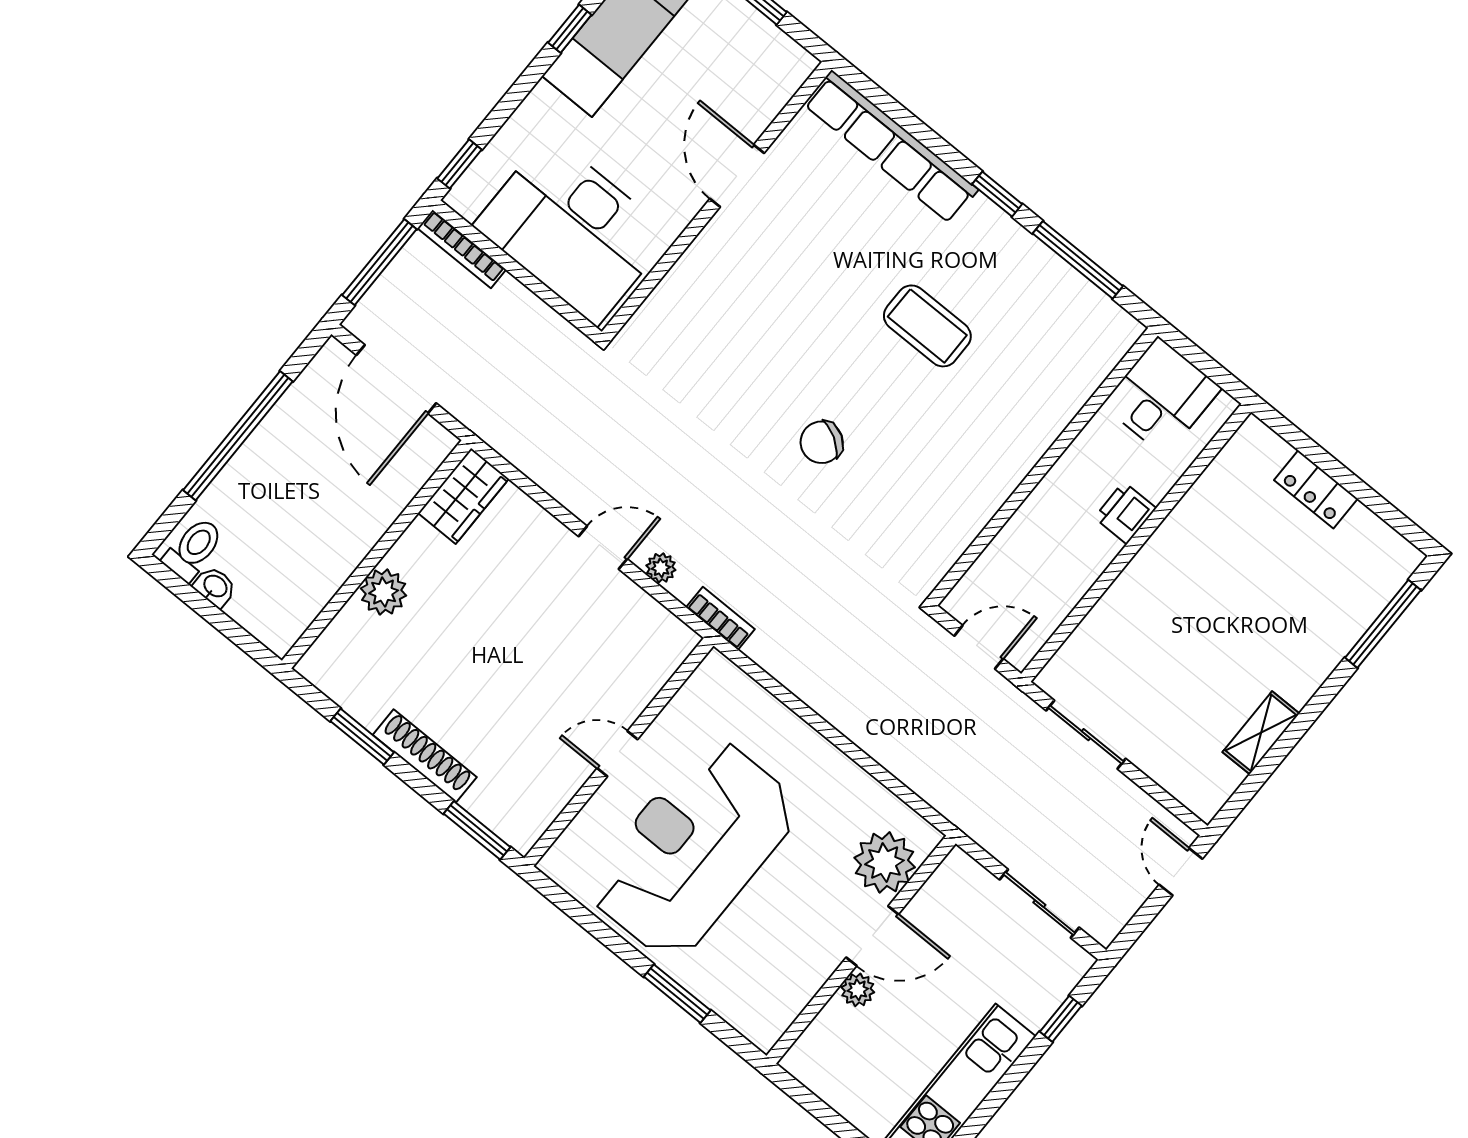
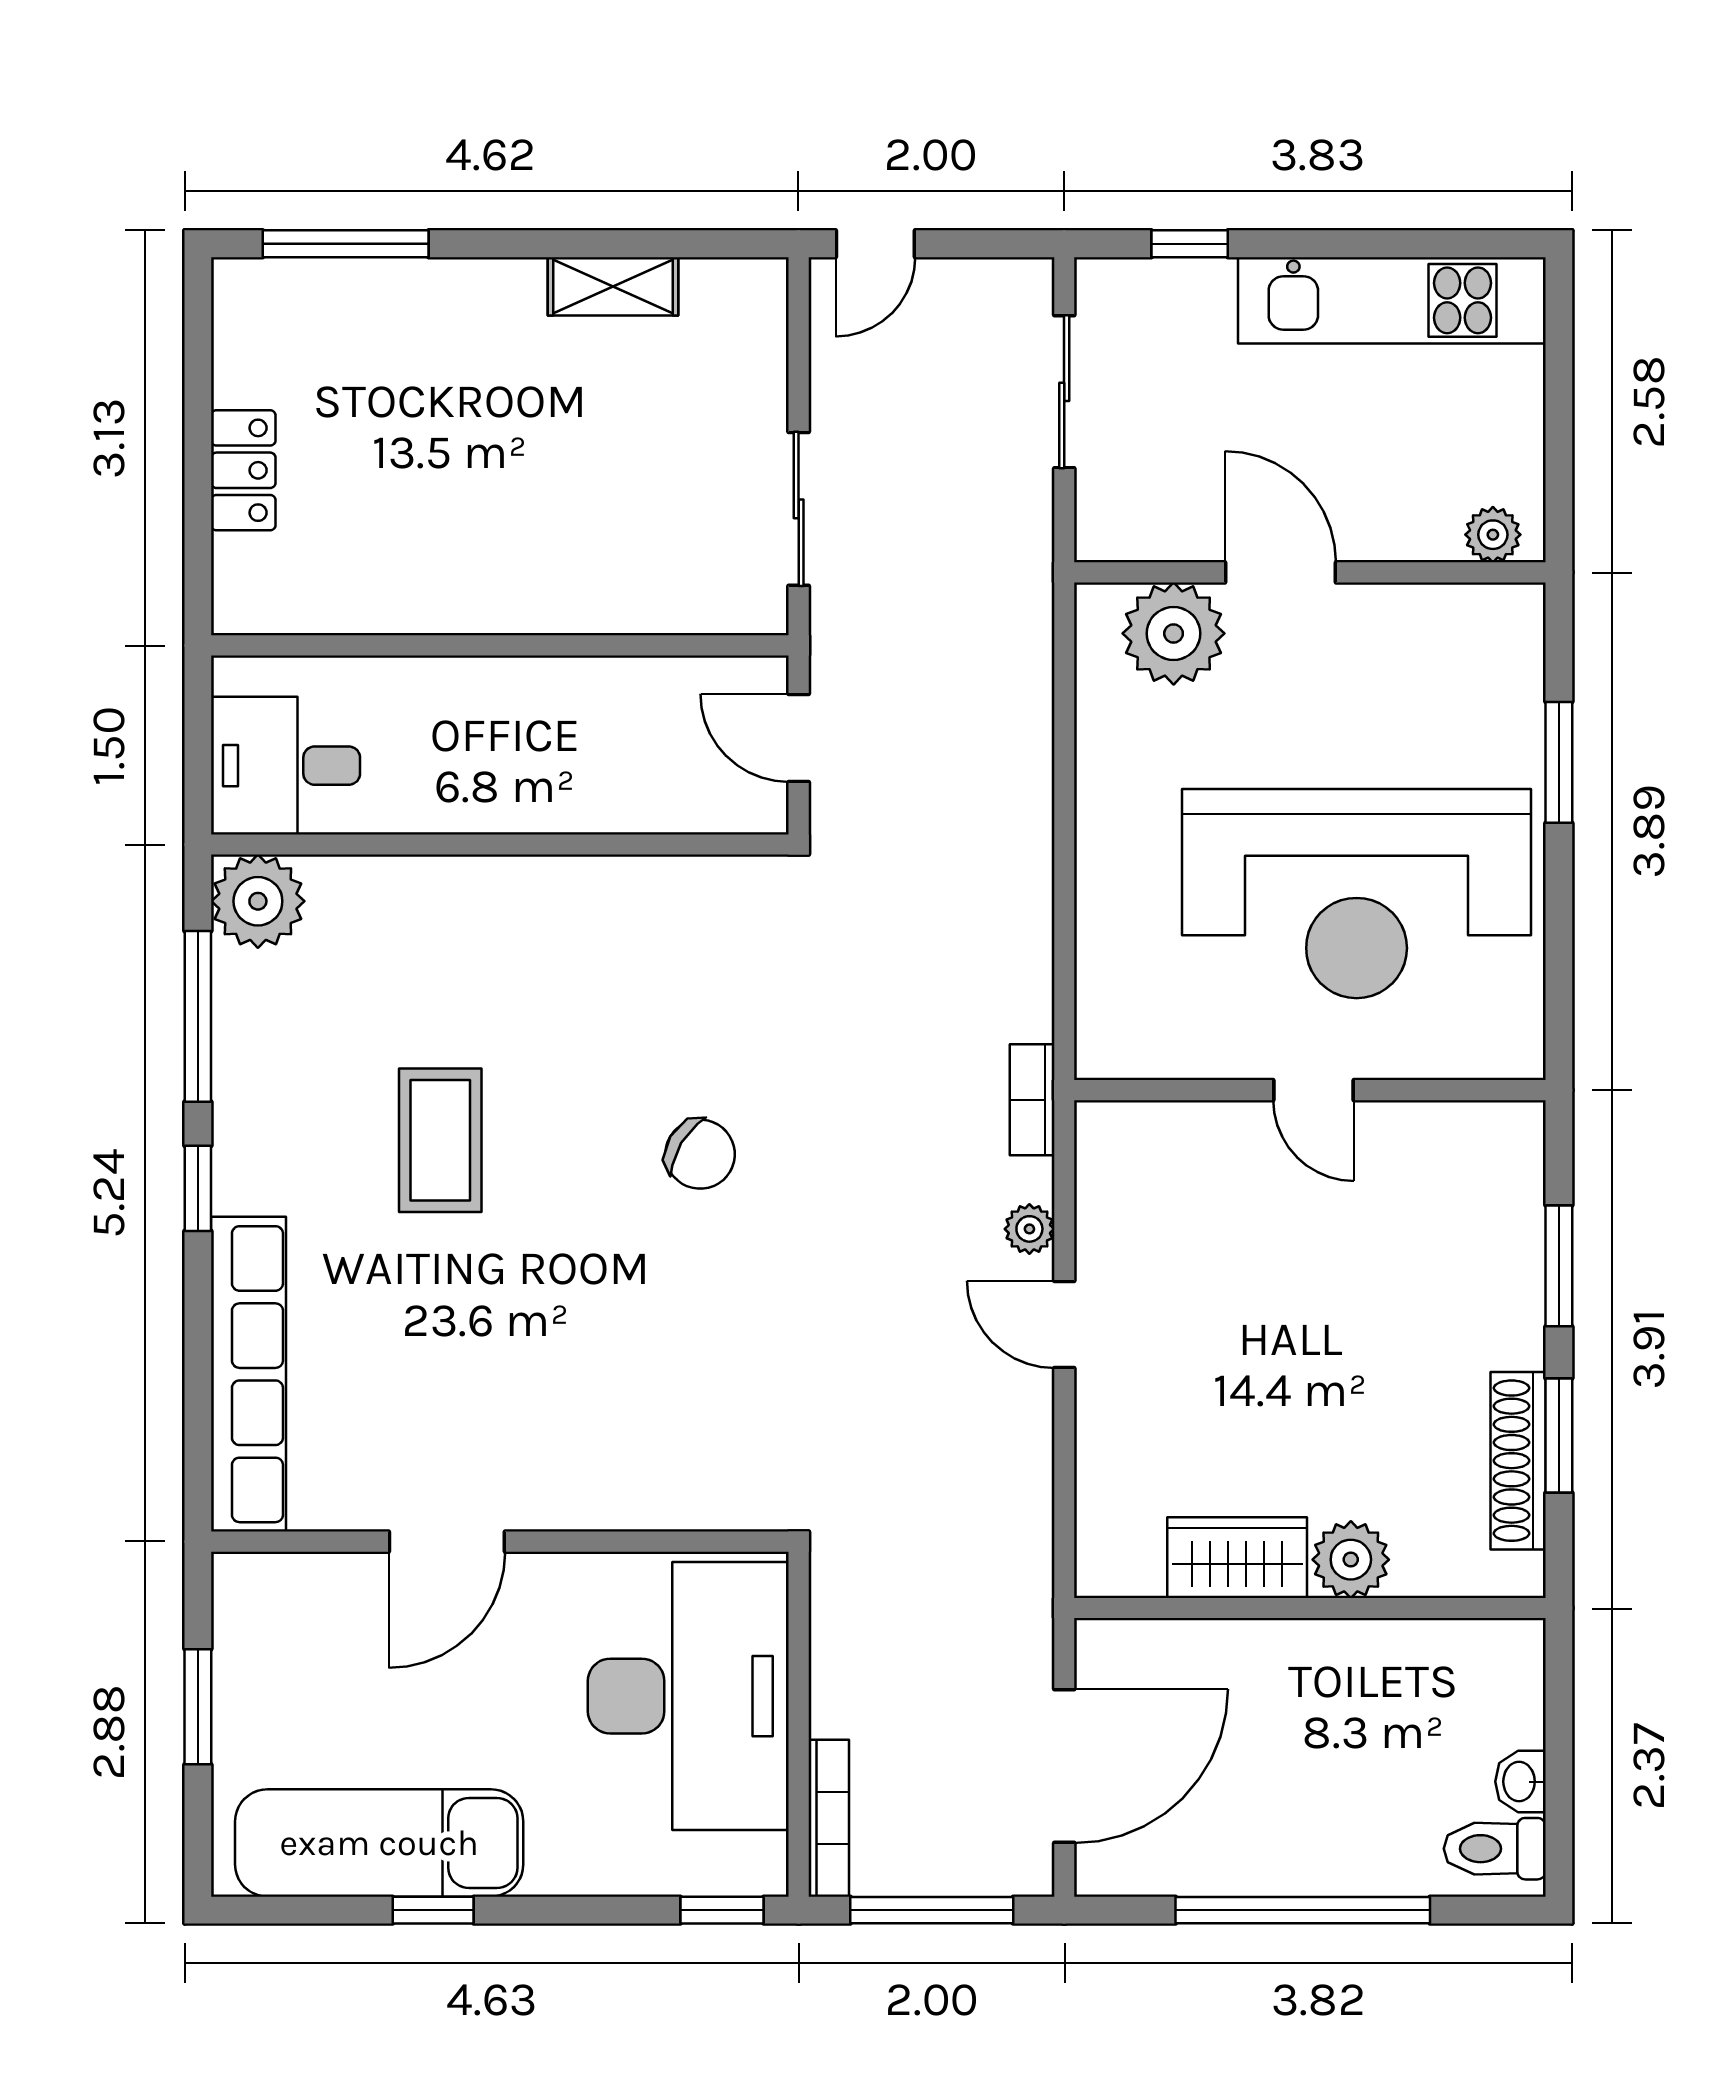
plant: (1109, 332) -> (258, 901), added
wardrobe: (463, 496) -> (1237, 1558), moved
printer: (1125, 513) -> (473, 691), removed
shoe rack: (425, 756) -> (1518, 1461), moved
window: (477, 830) -> (1559, 1266), moved
plant: (858, 990) -> (1493, 535), moved

